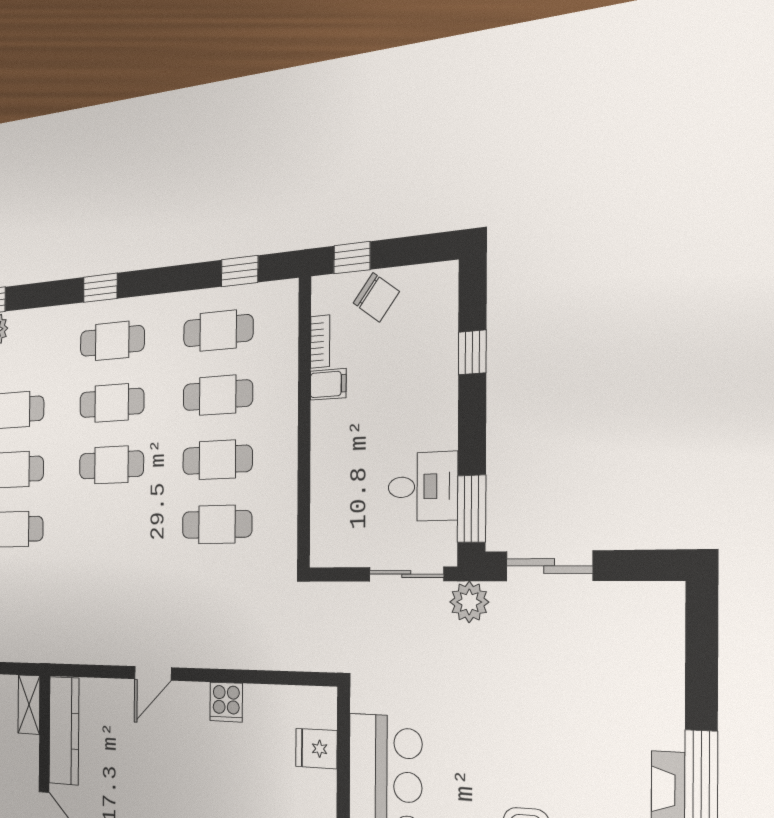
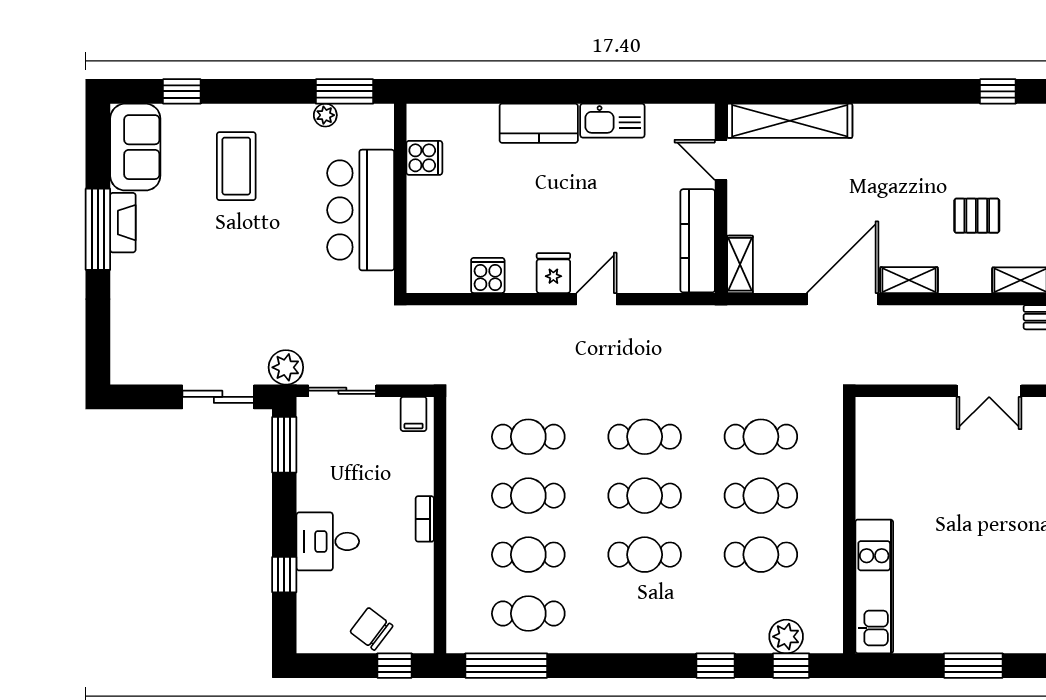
window: (240, 271) -> (506, 666), width x2.17
window: (100, 288) -> (715, 666), moved
cafe table: (112, 341) -> (645, 437), moved
bookcase: (320, 342) -> (425, 519), moved
filing cabinet: (328, 384) -> (414, 414), moved, turned -90
desk: (423, 487) -> (328, 541), moved
cooker: (226, 702) -> (488, 275), moved
fridge: (316, 749) -> (553, 273), moved, turned -90

